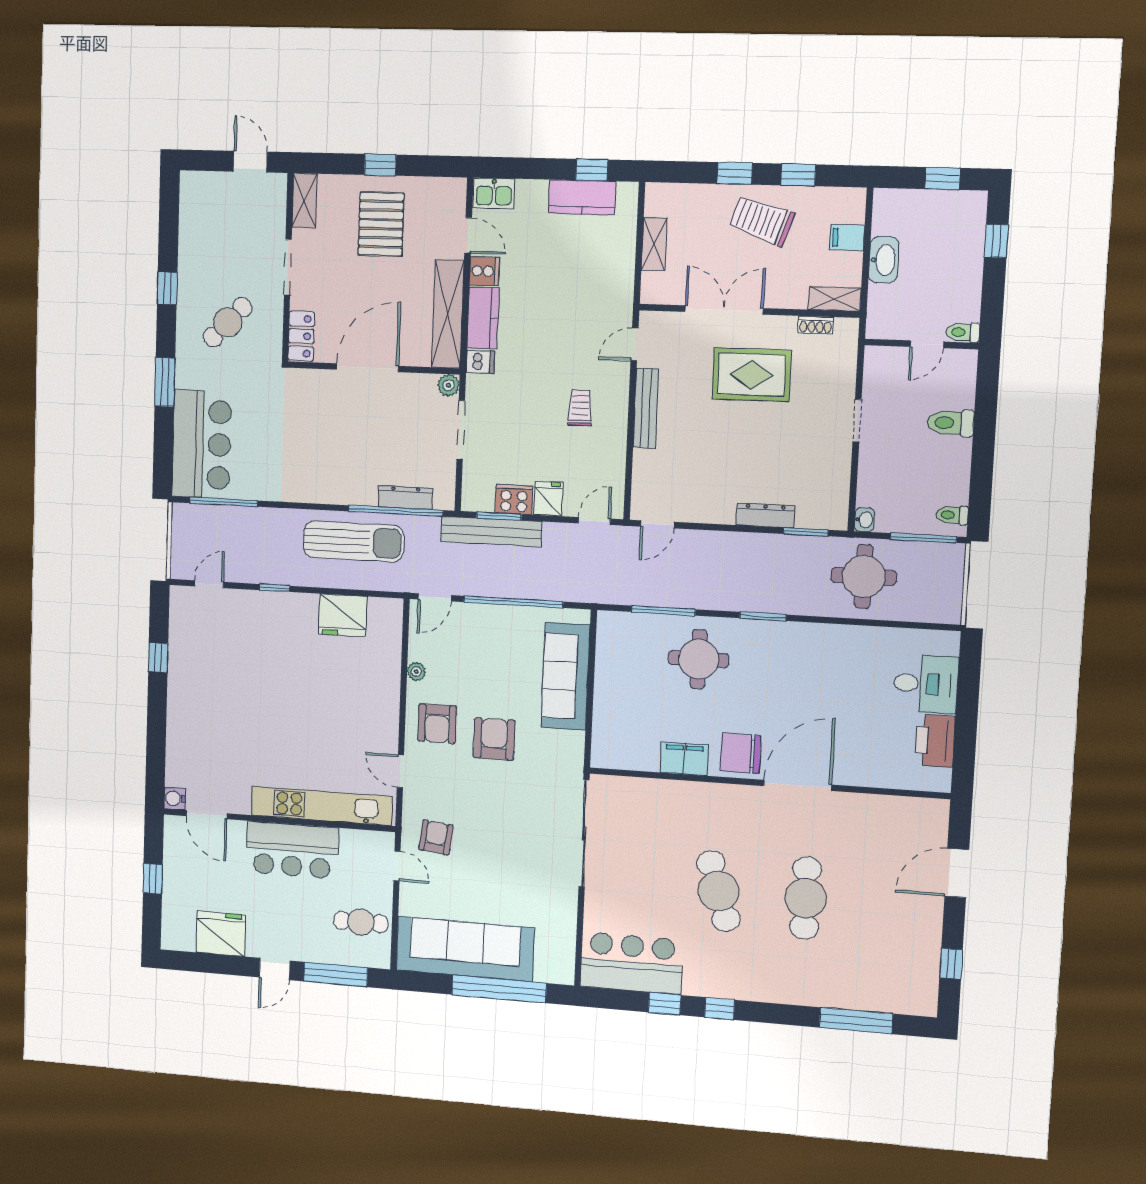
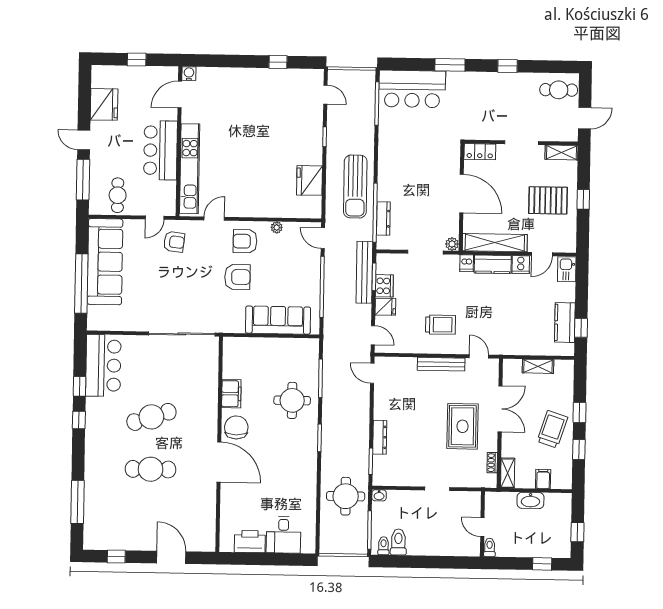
cafe table: (228, 322) -> (559, 90), moved, turned -44
trolley: (580, 408) -> (440, 325), width x1.36, depth x1.39
toilet: (951, 423) -> (398, 542), moved

